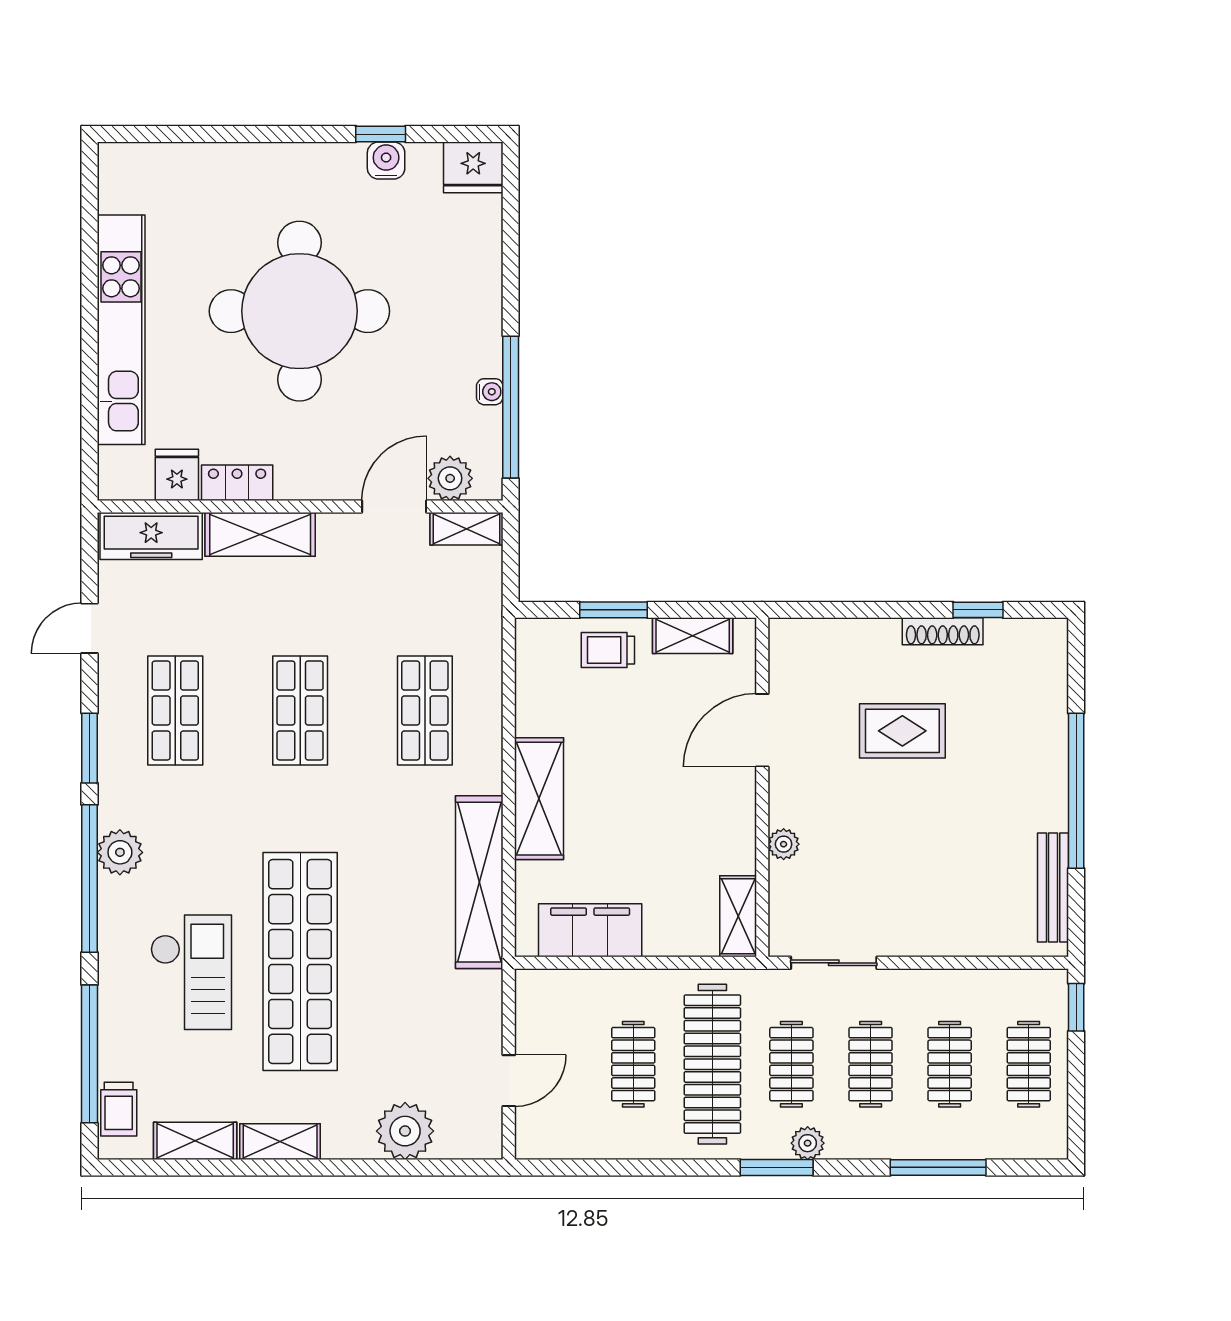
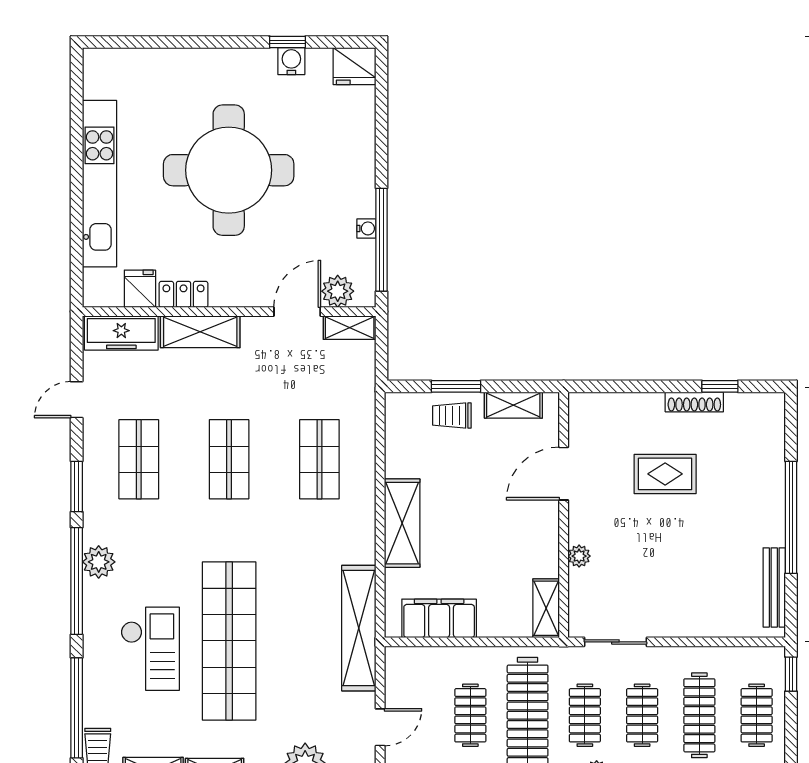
shelving: (479, 882) -> (359, 628), moved
clothes rail: (950, 1064) -> (699, 715), width x1.36

